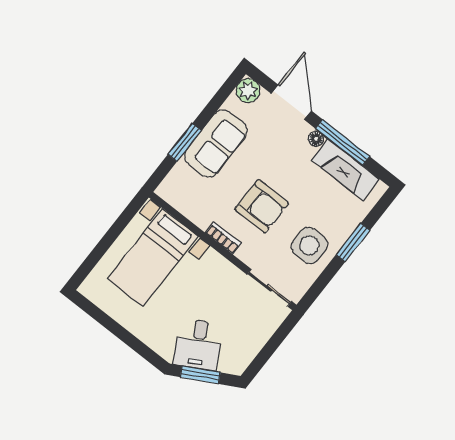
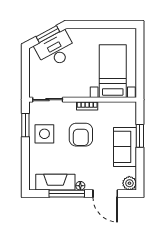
armchair: (262, 206) -> (81, 135), turned -90
window: (353, 243) -> (25, 125), moved
desk: (198, 344) -> (56, 50), width x1.37

